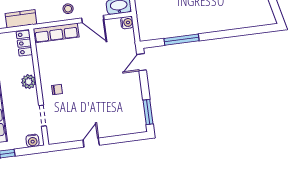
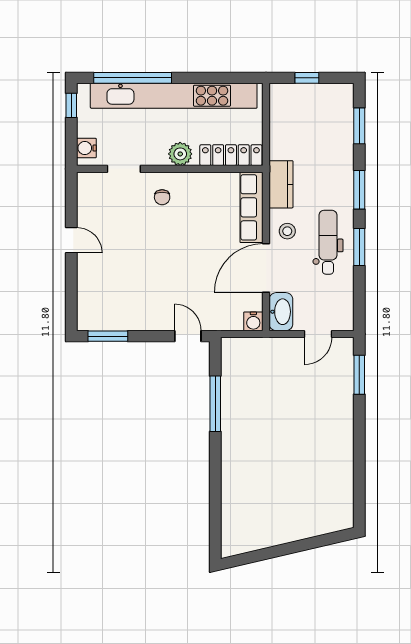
kitchen counter: (21, 19) -> (281, 184), moved
door: (93, 19) -> (266, 268), width x1.36
locker: (24, 43) -> (231, 155), width x1.53

